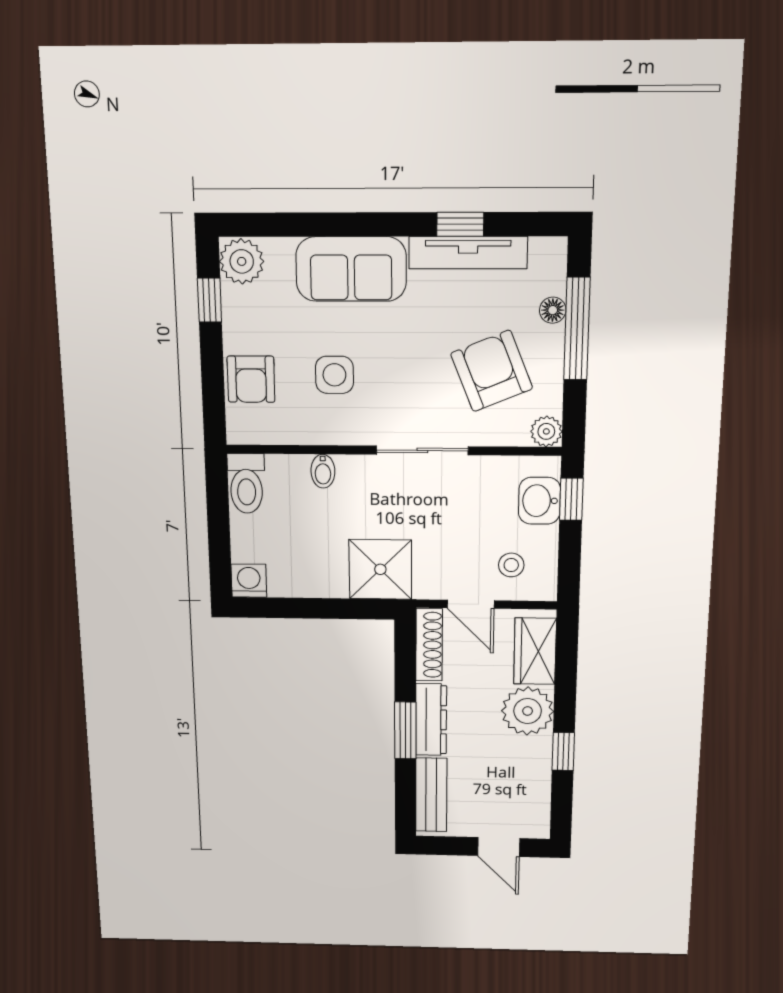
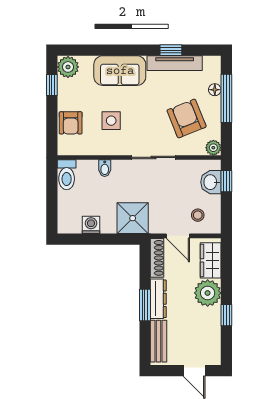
washing machine: (249, 581) -> (91, 225), moved

